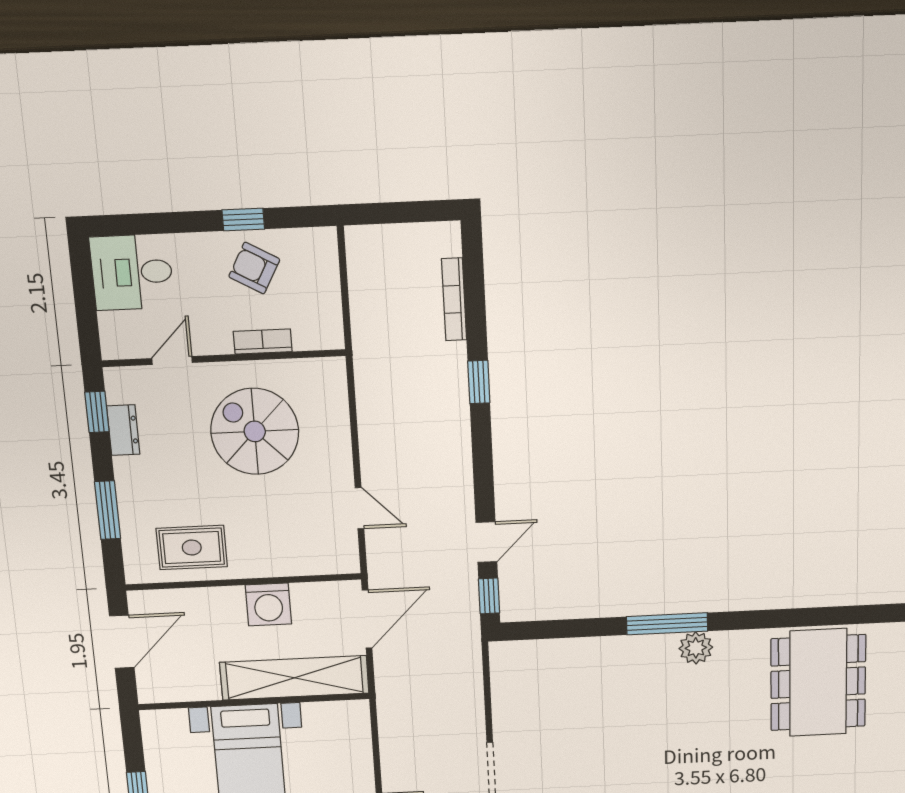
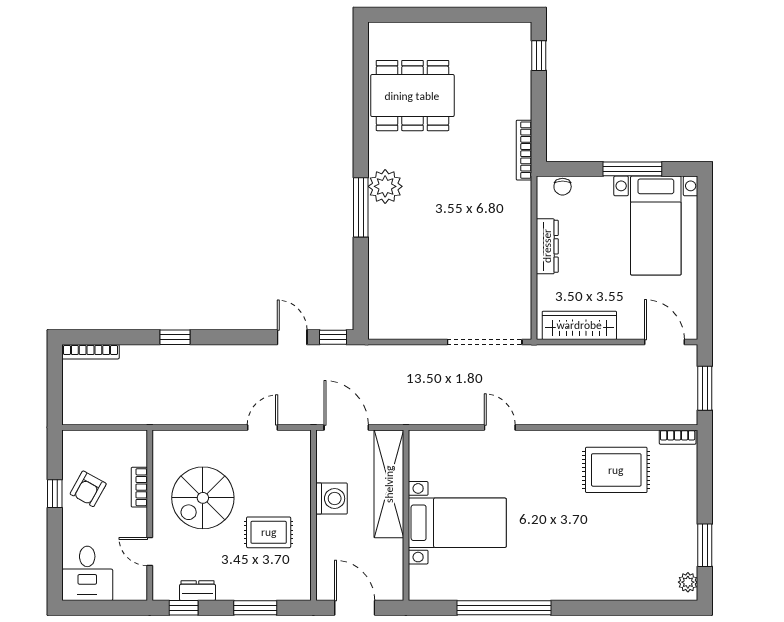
bookcase: (454, 299) -> (90, 352), moved
rug: (192, 548) -> (269, 532), moved, turned 90
plant: (696, 648) -> (385, 186), width x1.36, depth x1.36

